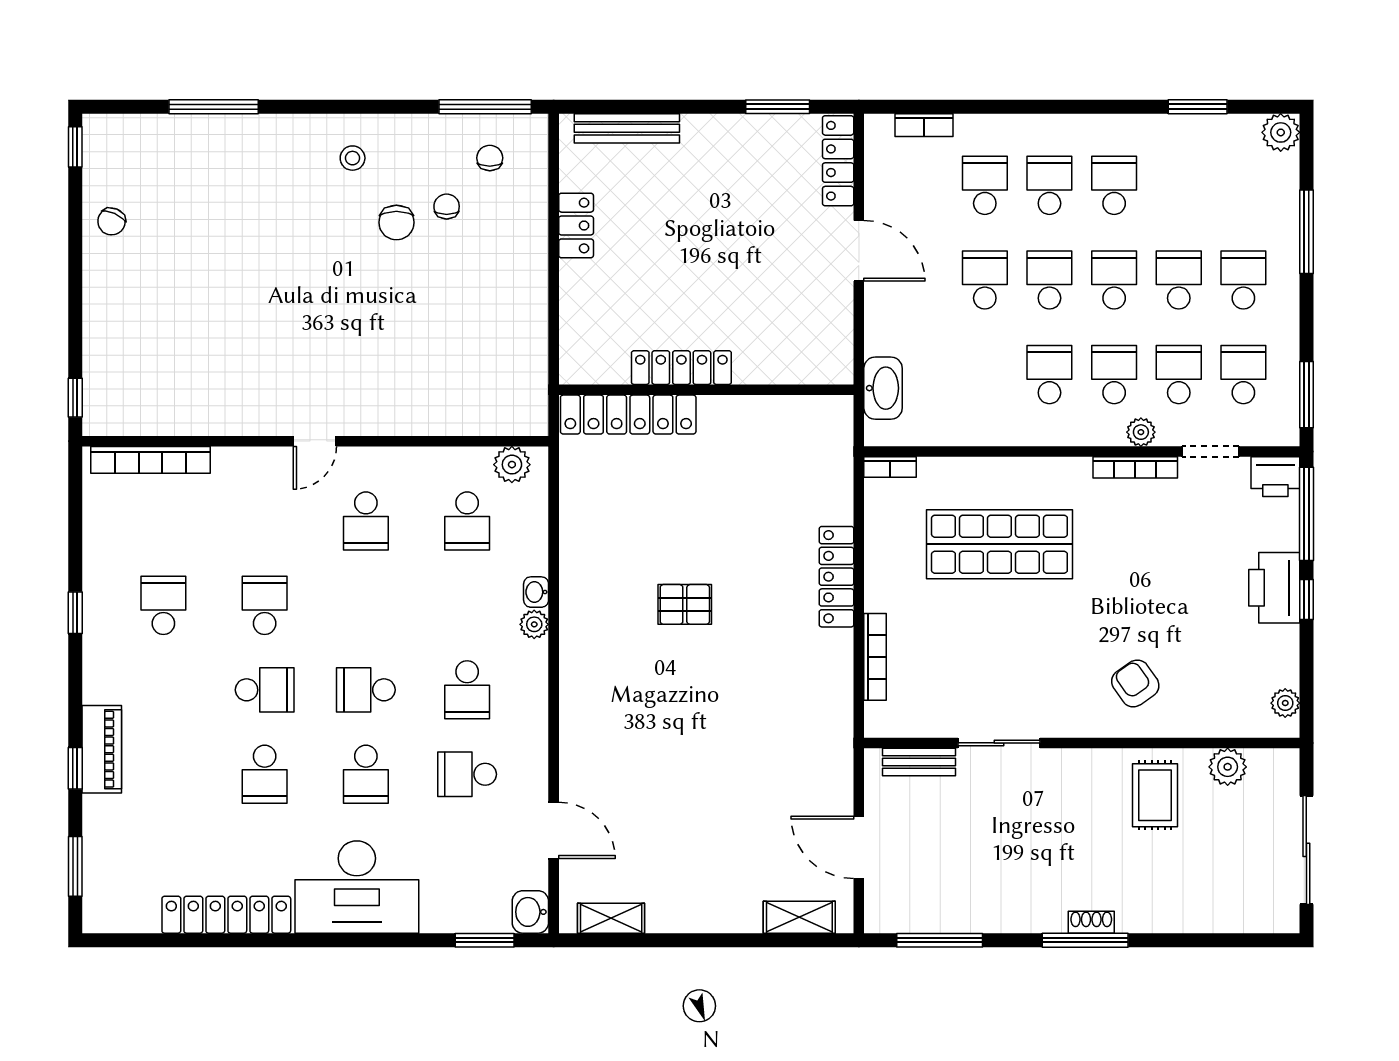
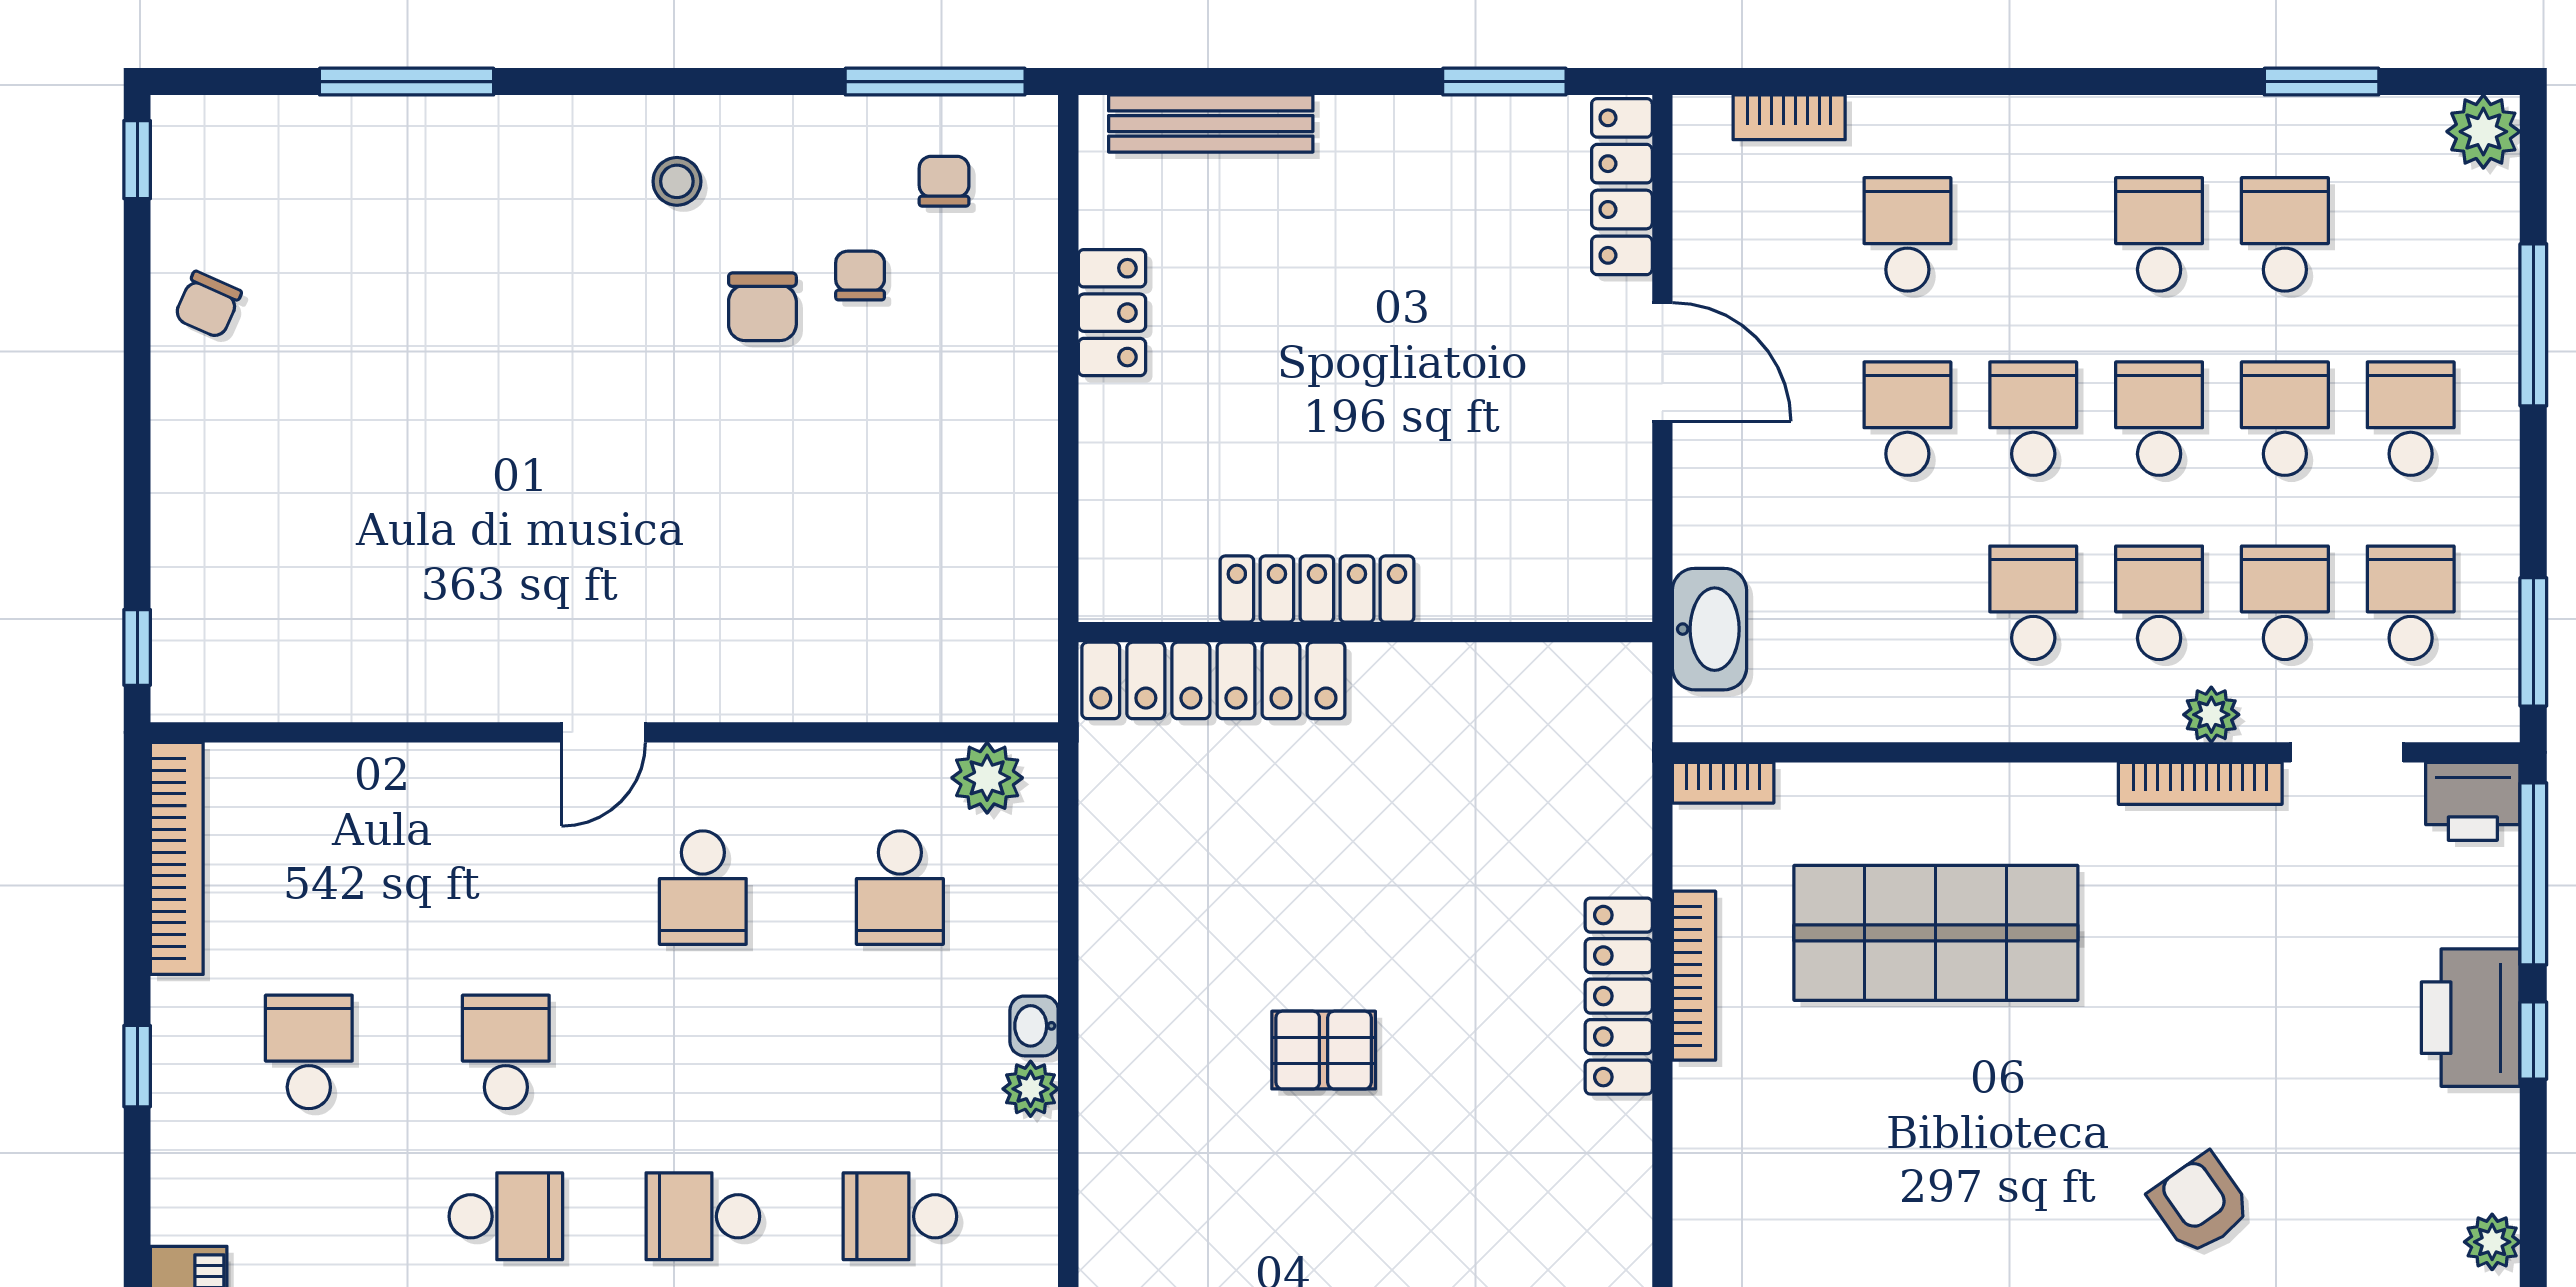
school desk: (1049, 185) -> (2285, 234), moved
bookcase: (150, 460) -> (177, 858), moved, turned -90
bookcase: (875, 657) -> (1694, 976), moved
school desk: (467, 690) -> (900, 1216), turned 90

